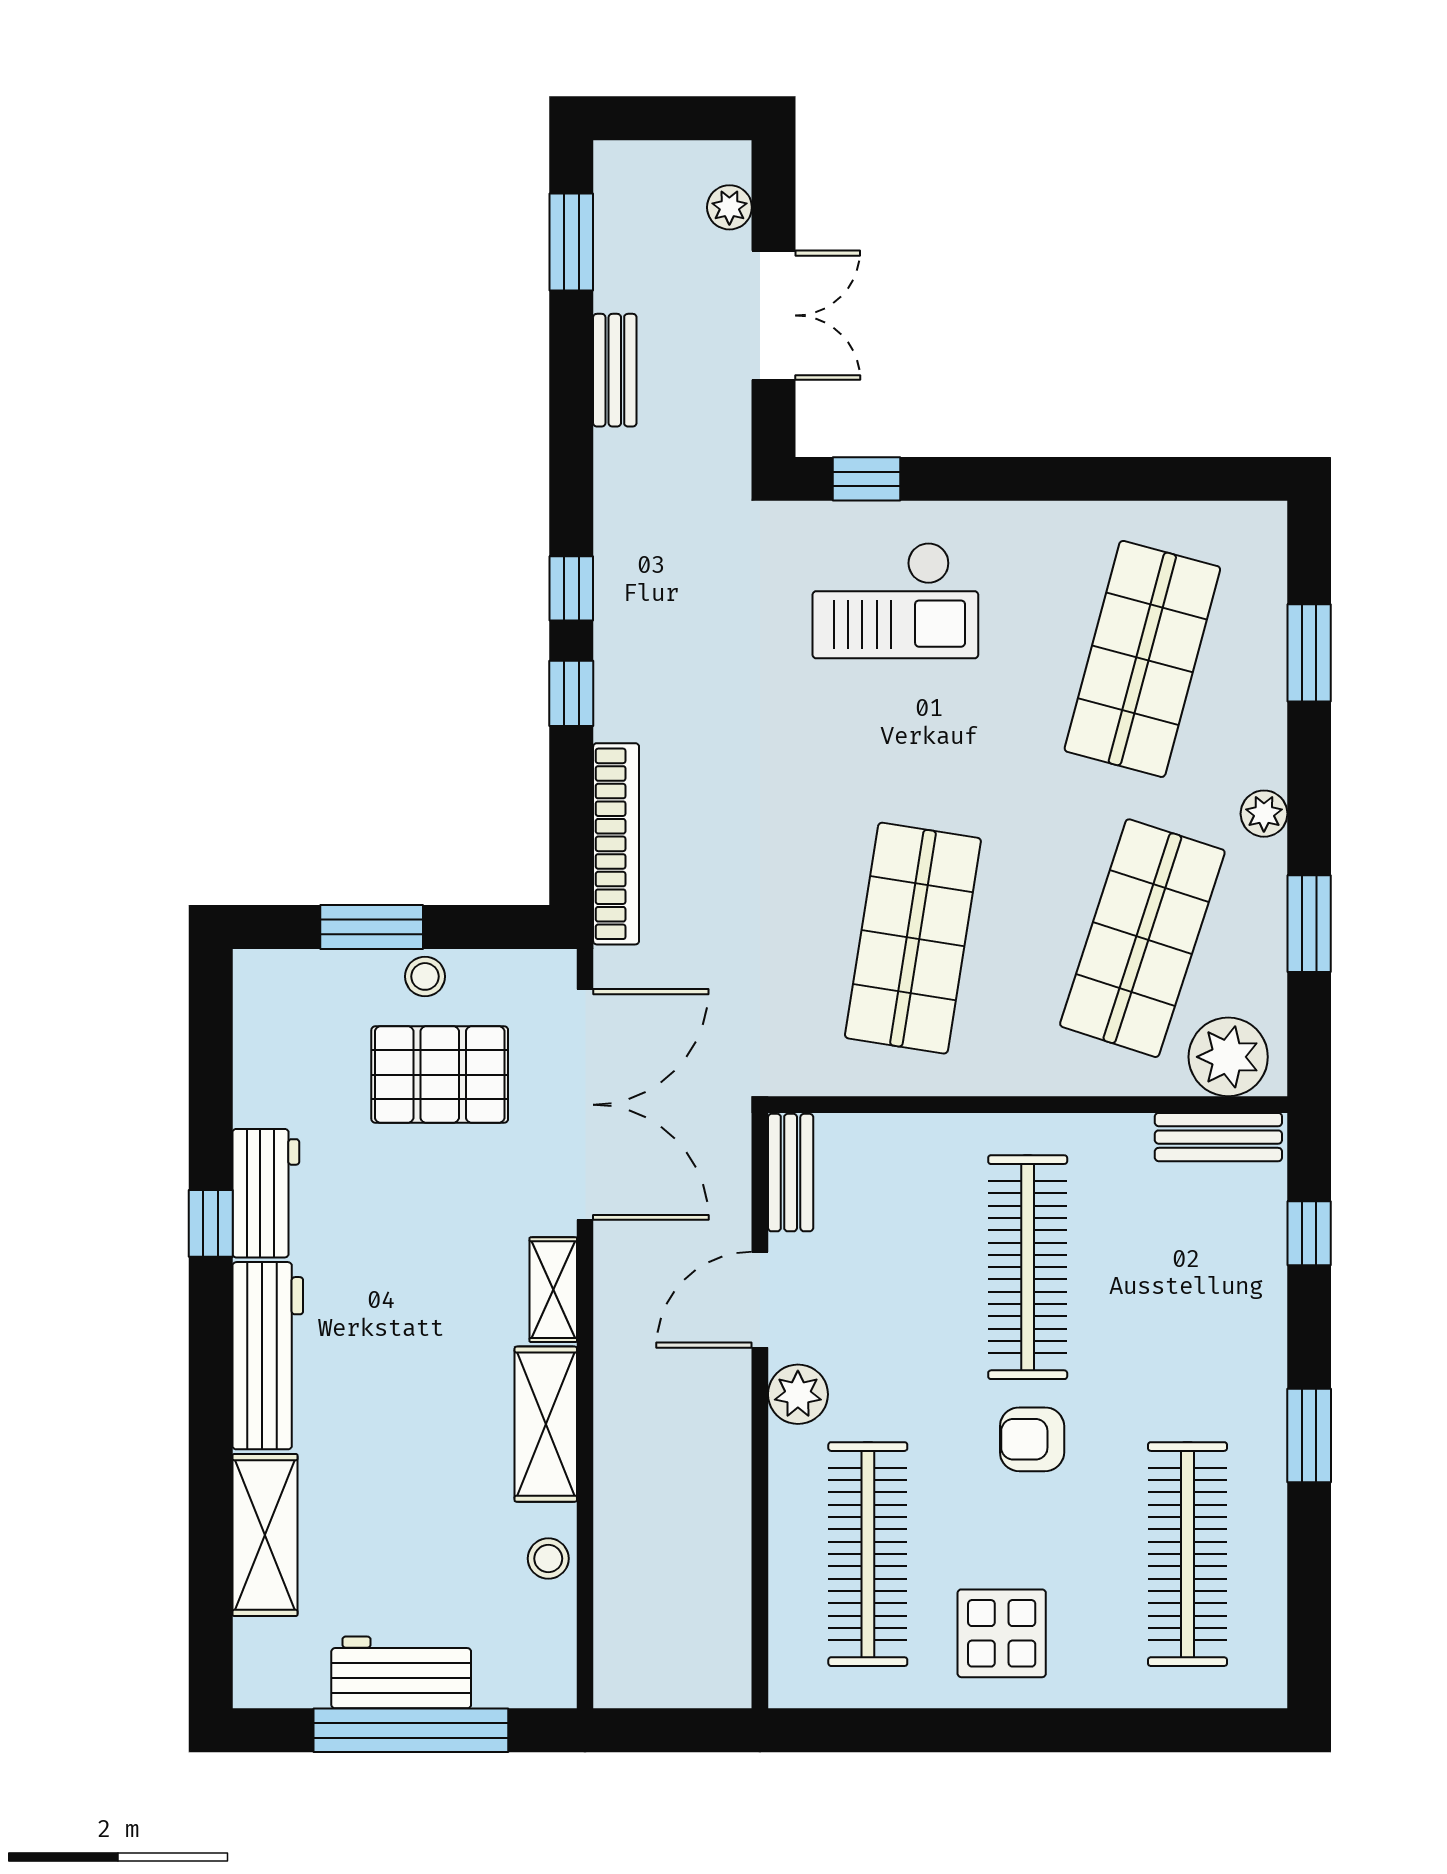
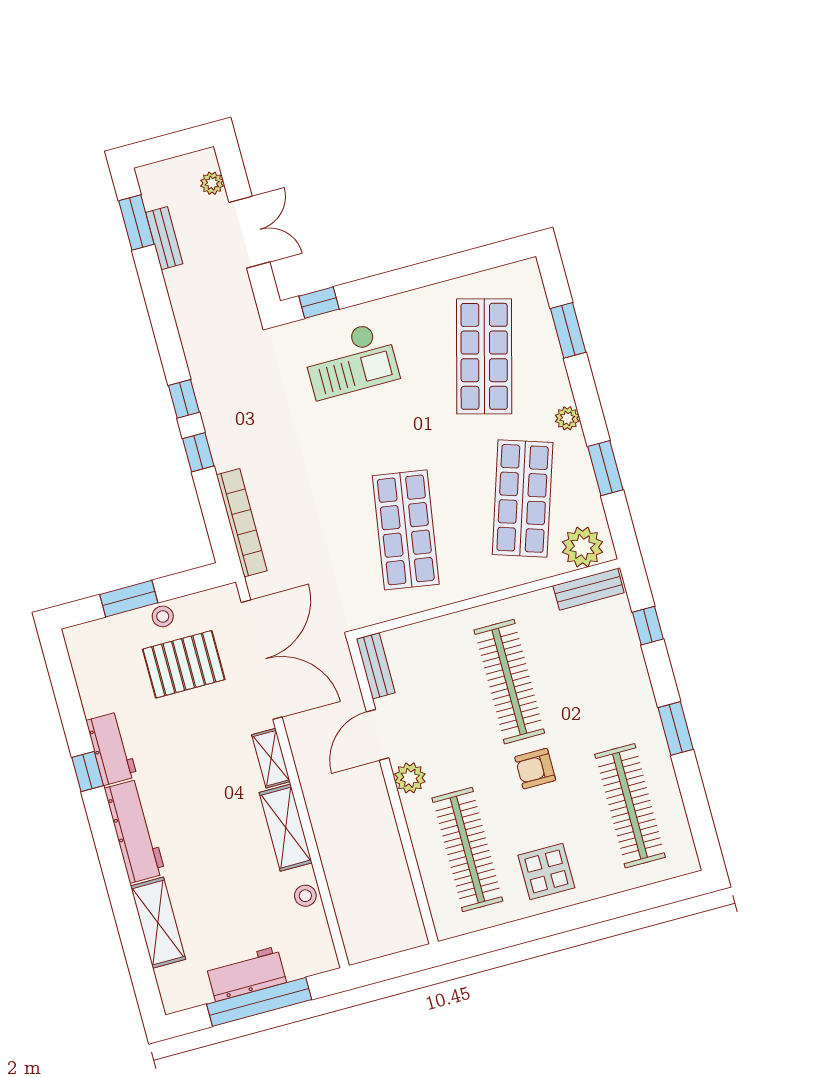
bench: (615, 370) -> (164, 238), moved

